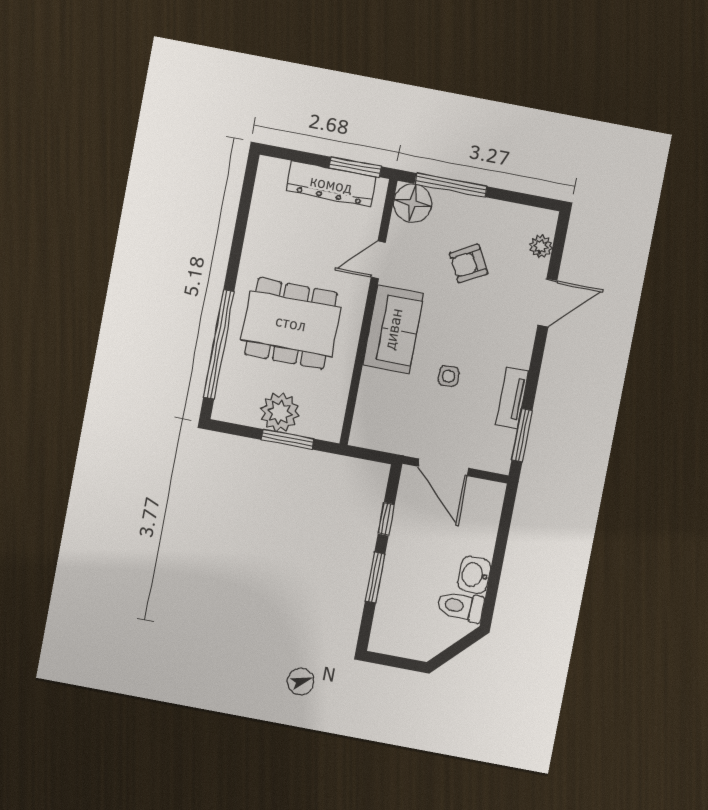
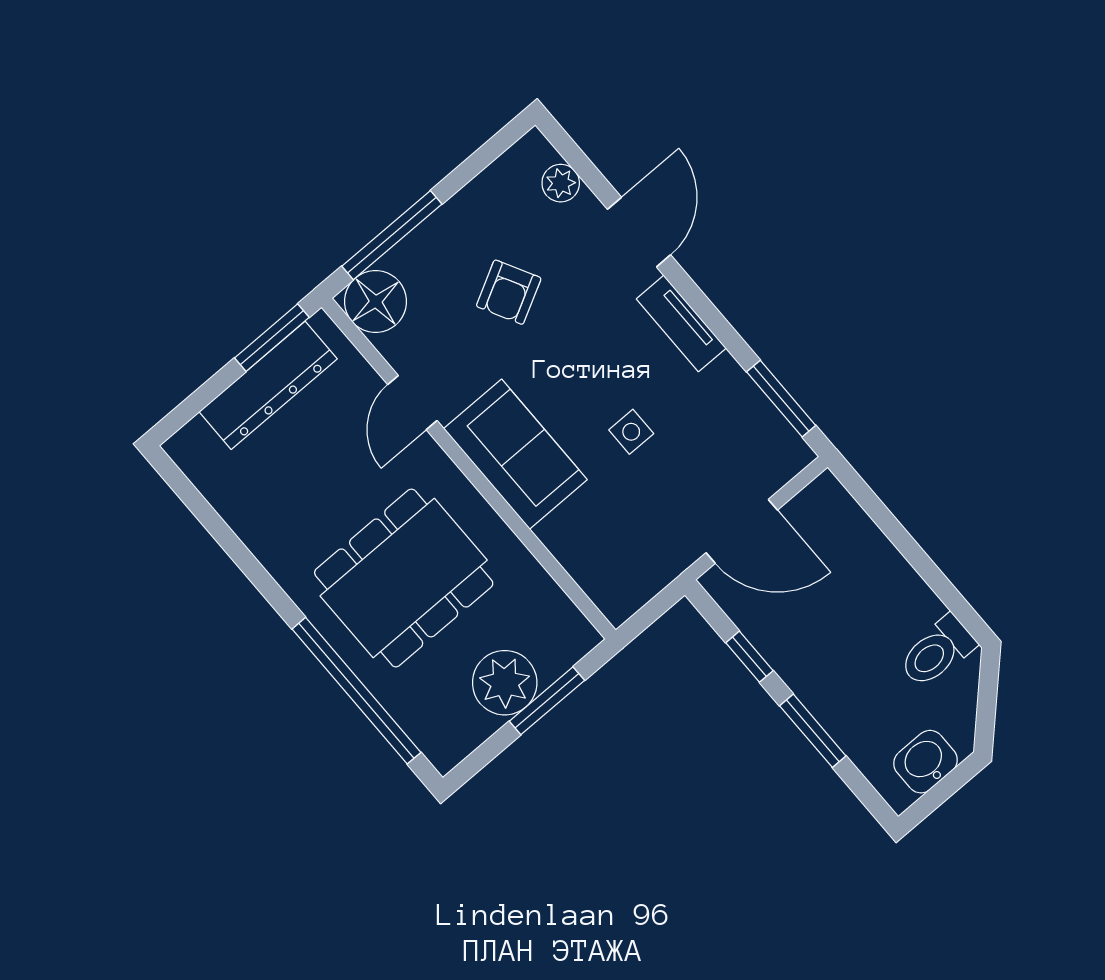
tv unit: (512, 398) -> (681, 323), moved
washbasin: (474, 575) -> (925, 762), moved, turned 90

